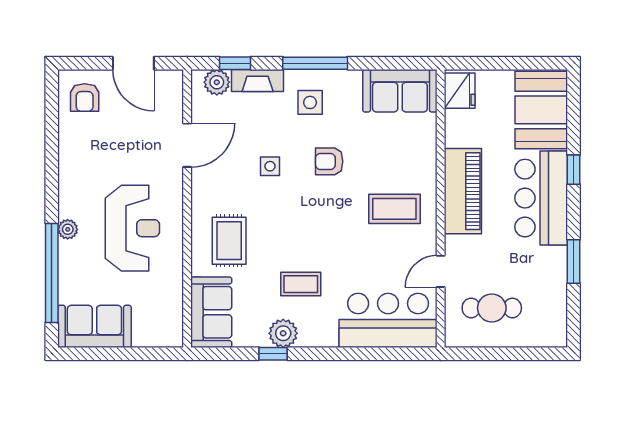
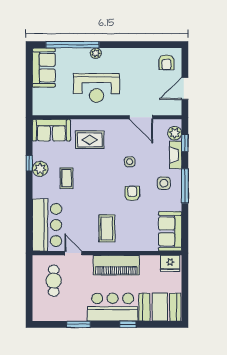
armchair: (85, 98) -> (166, 62), turned -90

